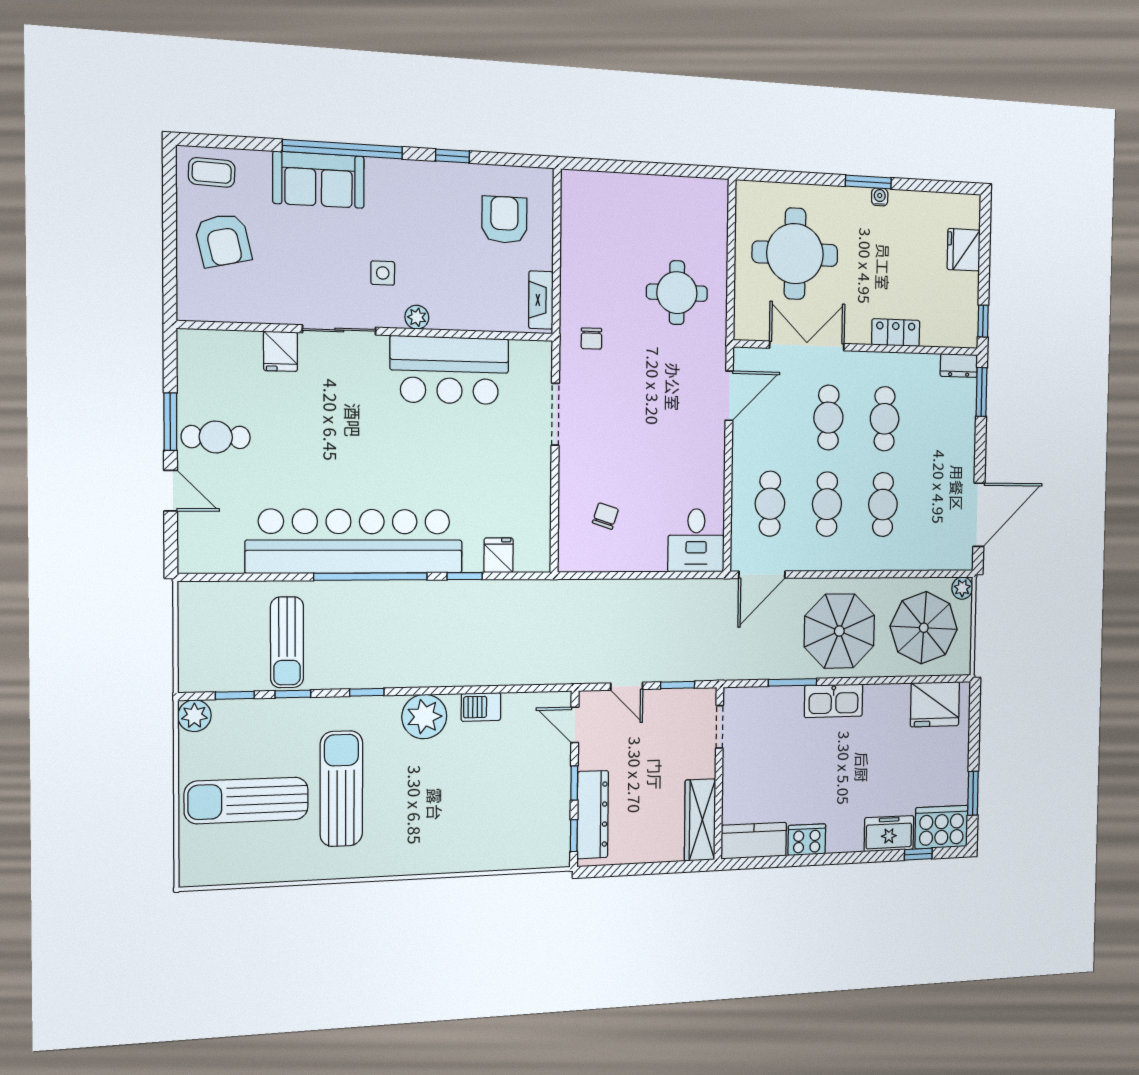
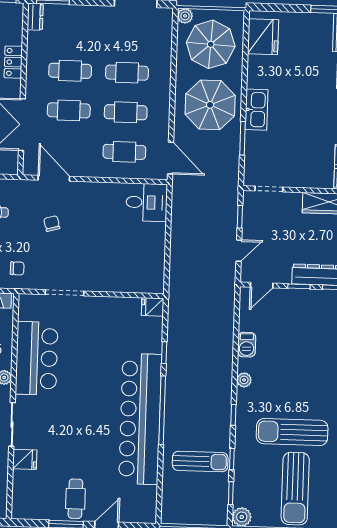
chair: (605, 516) -> (52, 224), moved, turned 57
fridge: (499, 555) -> (153, 307), moved
plant: (424, 717) -> (244, 380), width x0.53, depth x0.53

